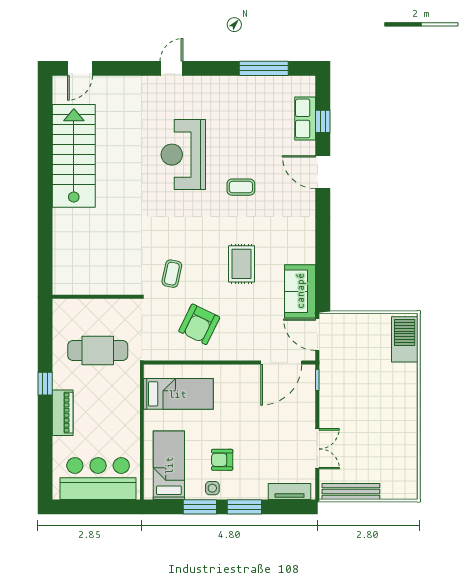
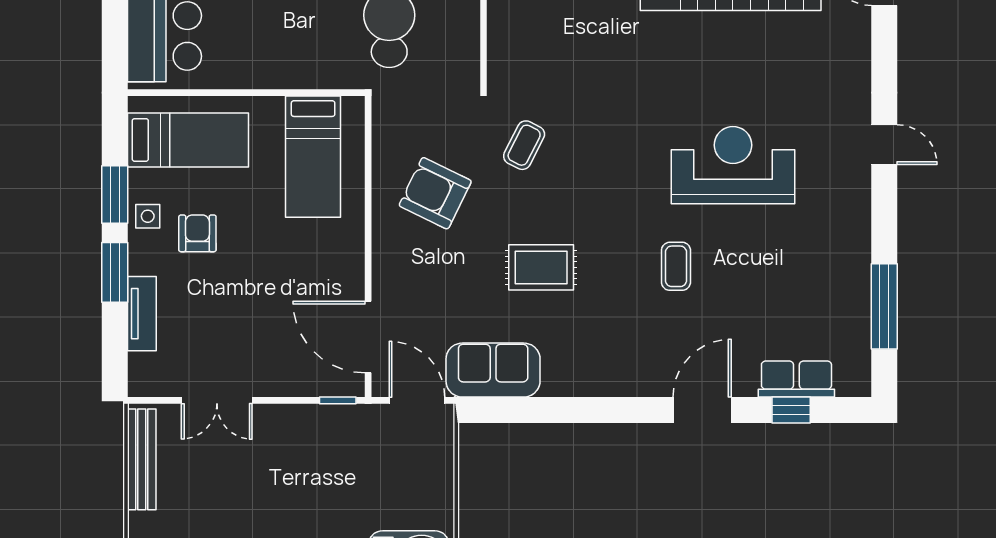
coffee table: (172, 274) -> (524, 145), turned -75
door: (317, 335) -> (417, 400), hinge flipped
tv unit: (290, 491) -> (142, 314), moved

